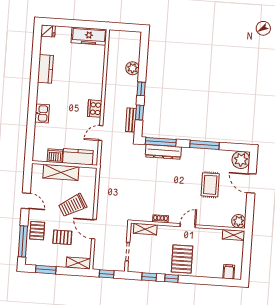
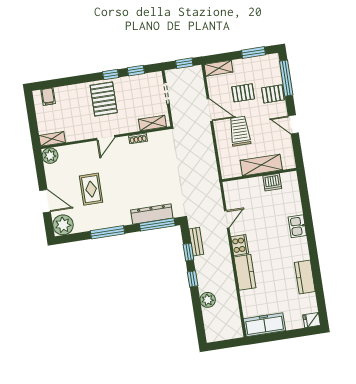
kitchen counter: (78, 157) -> (245, 272), moved, turned -90
trolley: (73, 205) -> (240, 131), turned -60
pallet: (37, 231) -> (273, 94), turned 90

